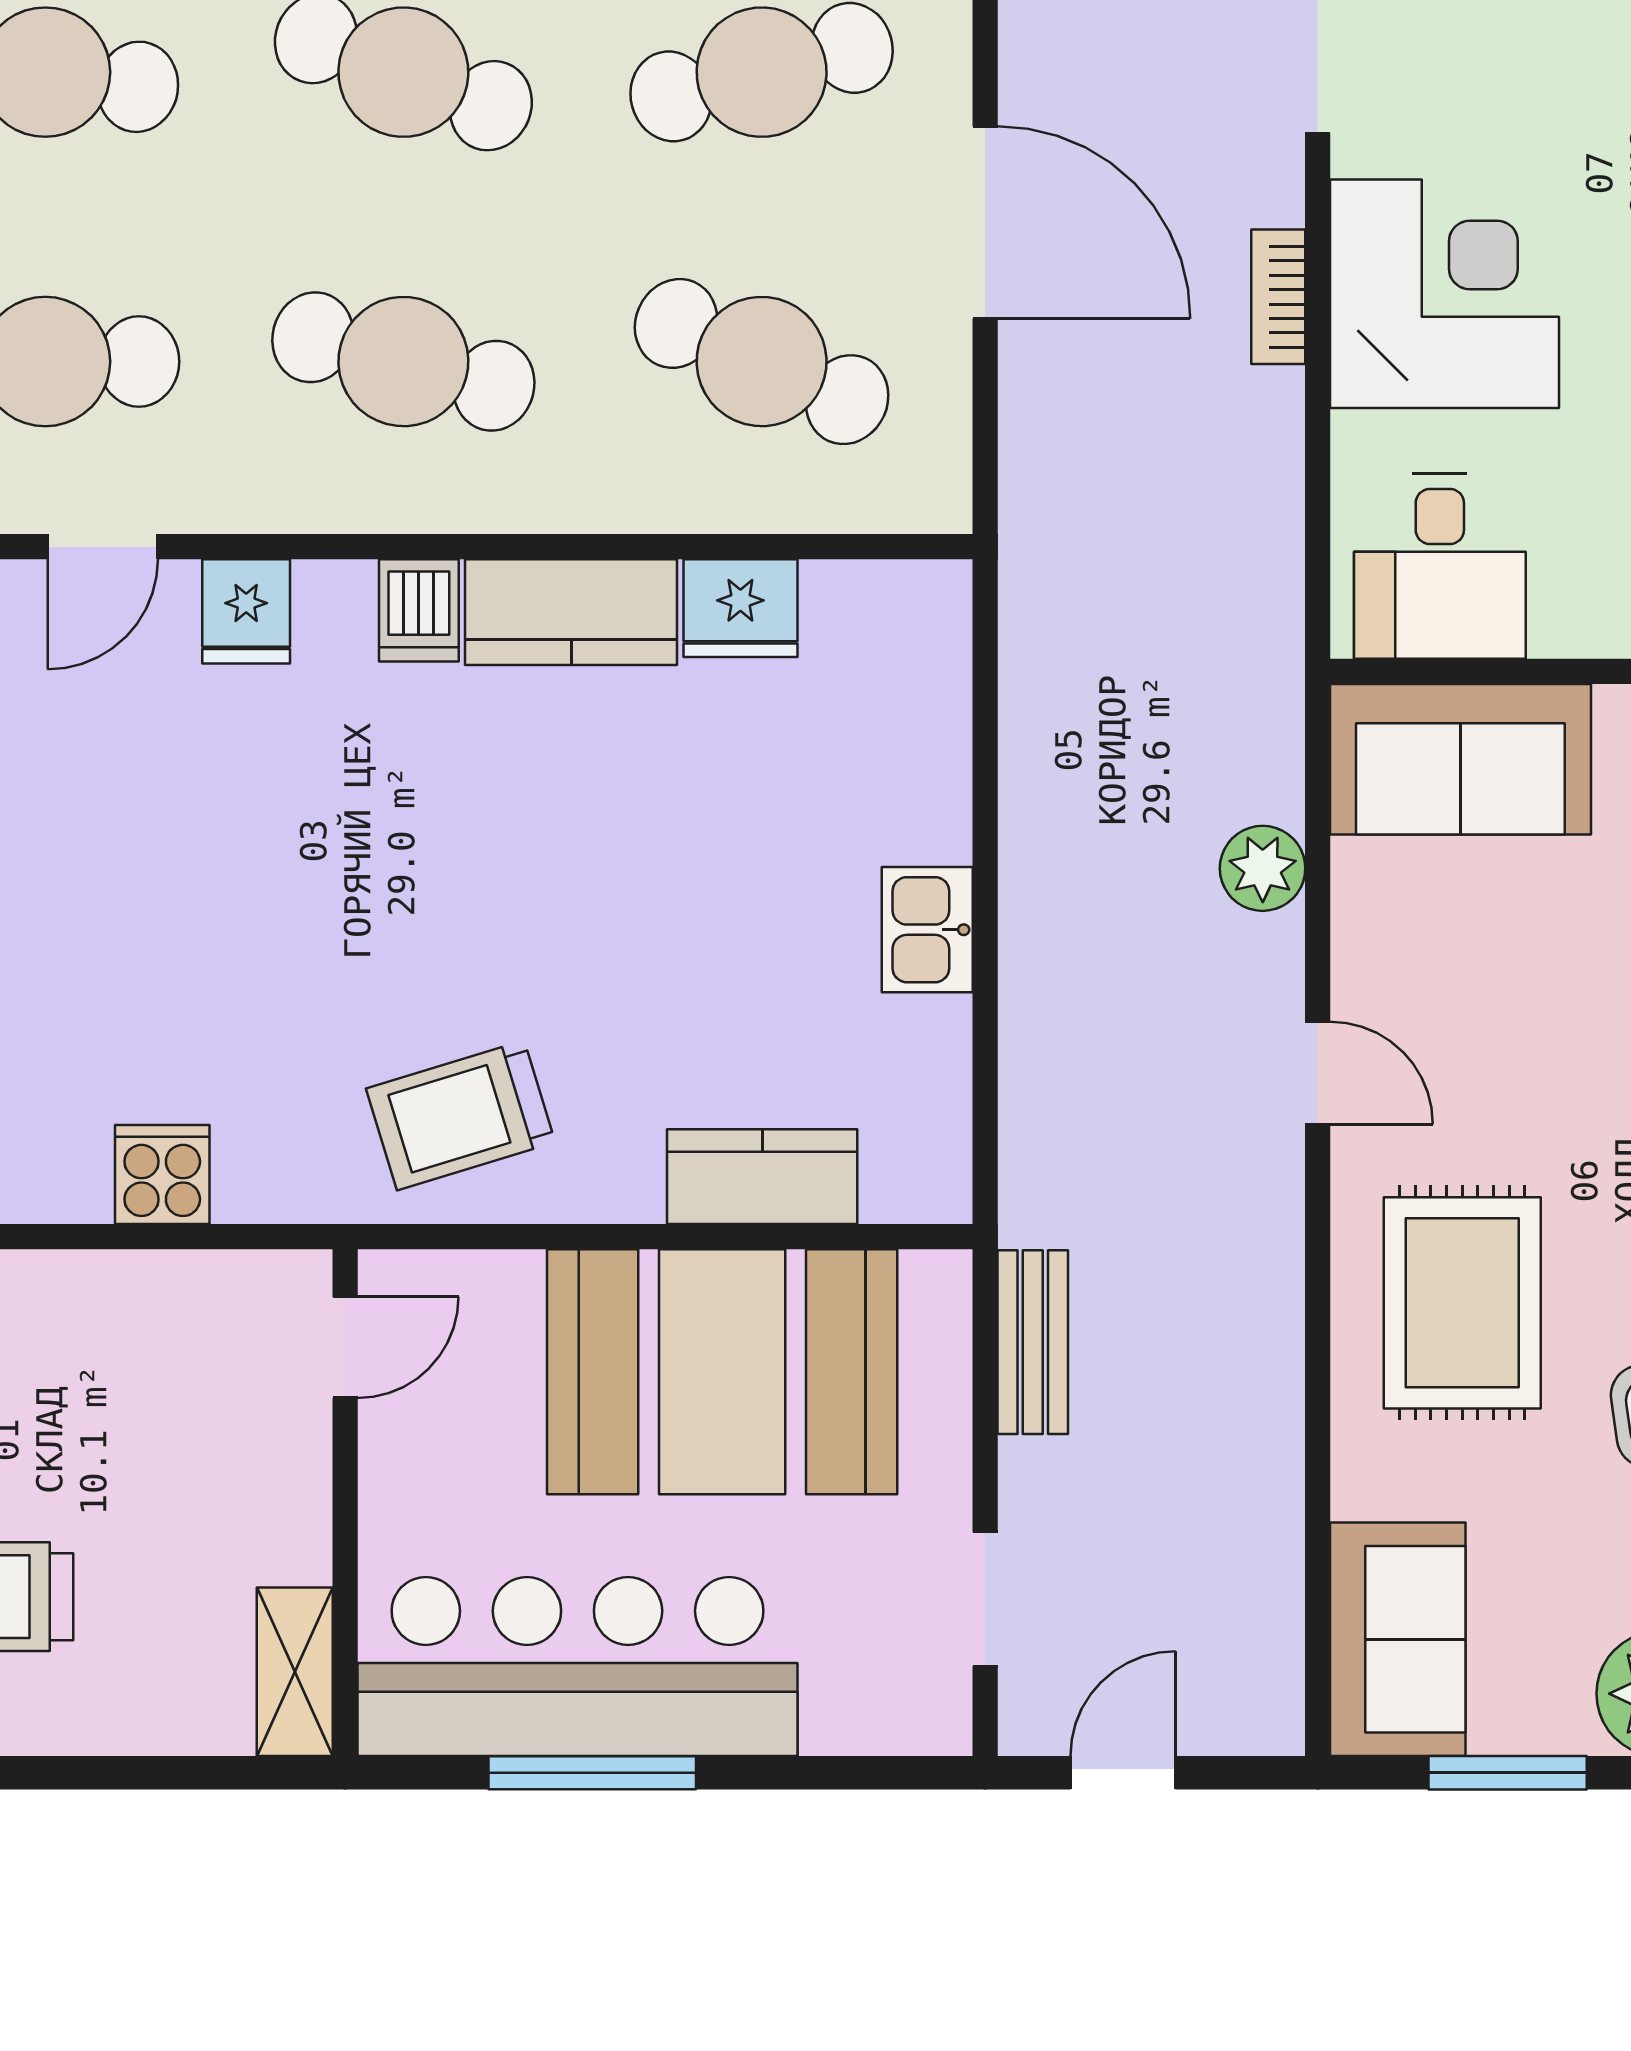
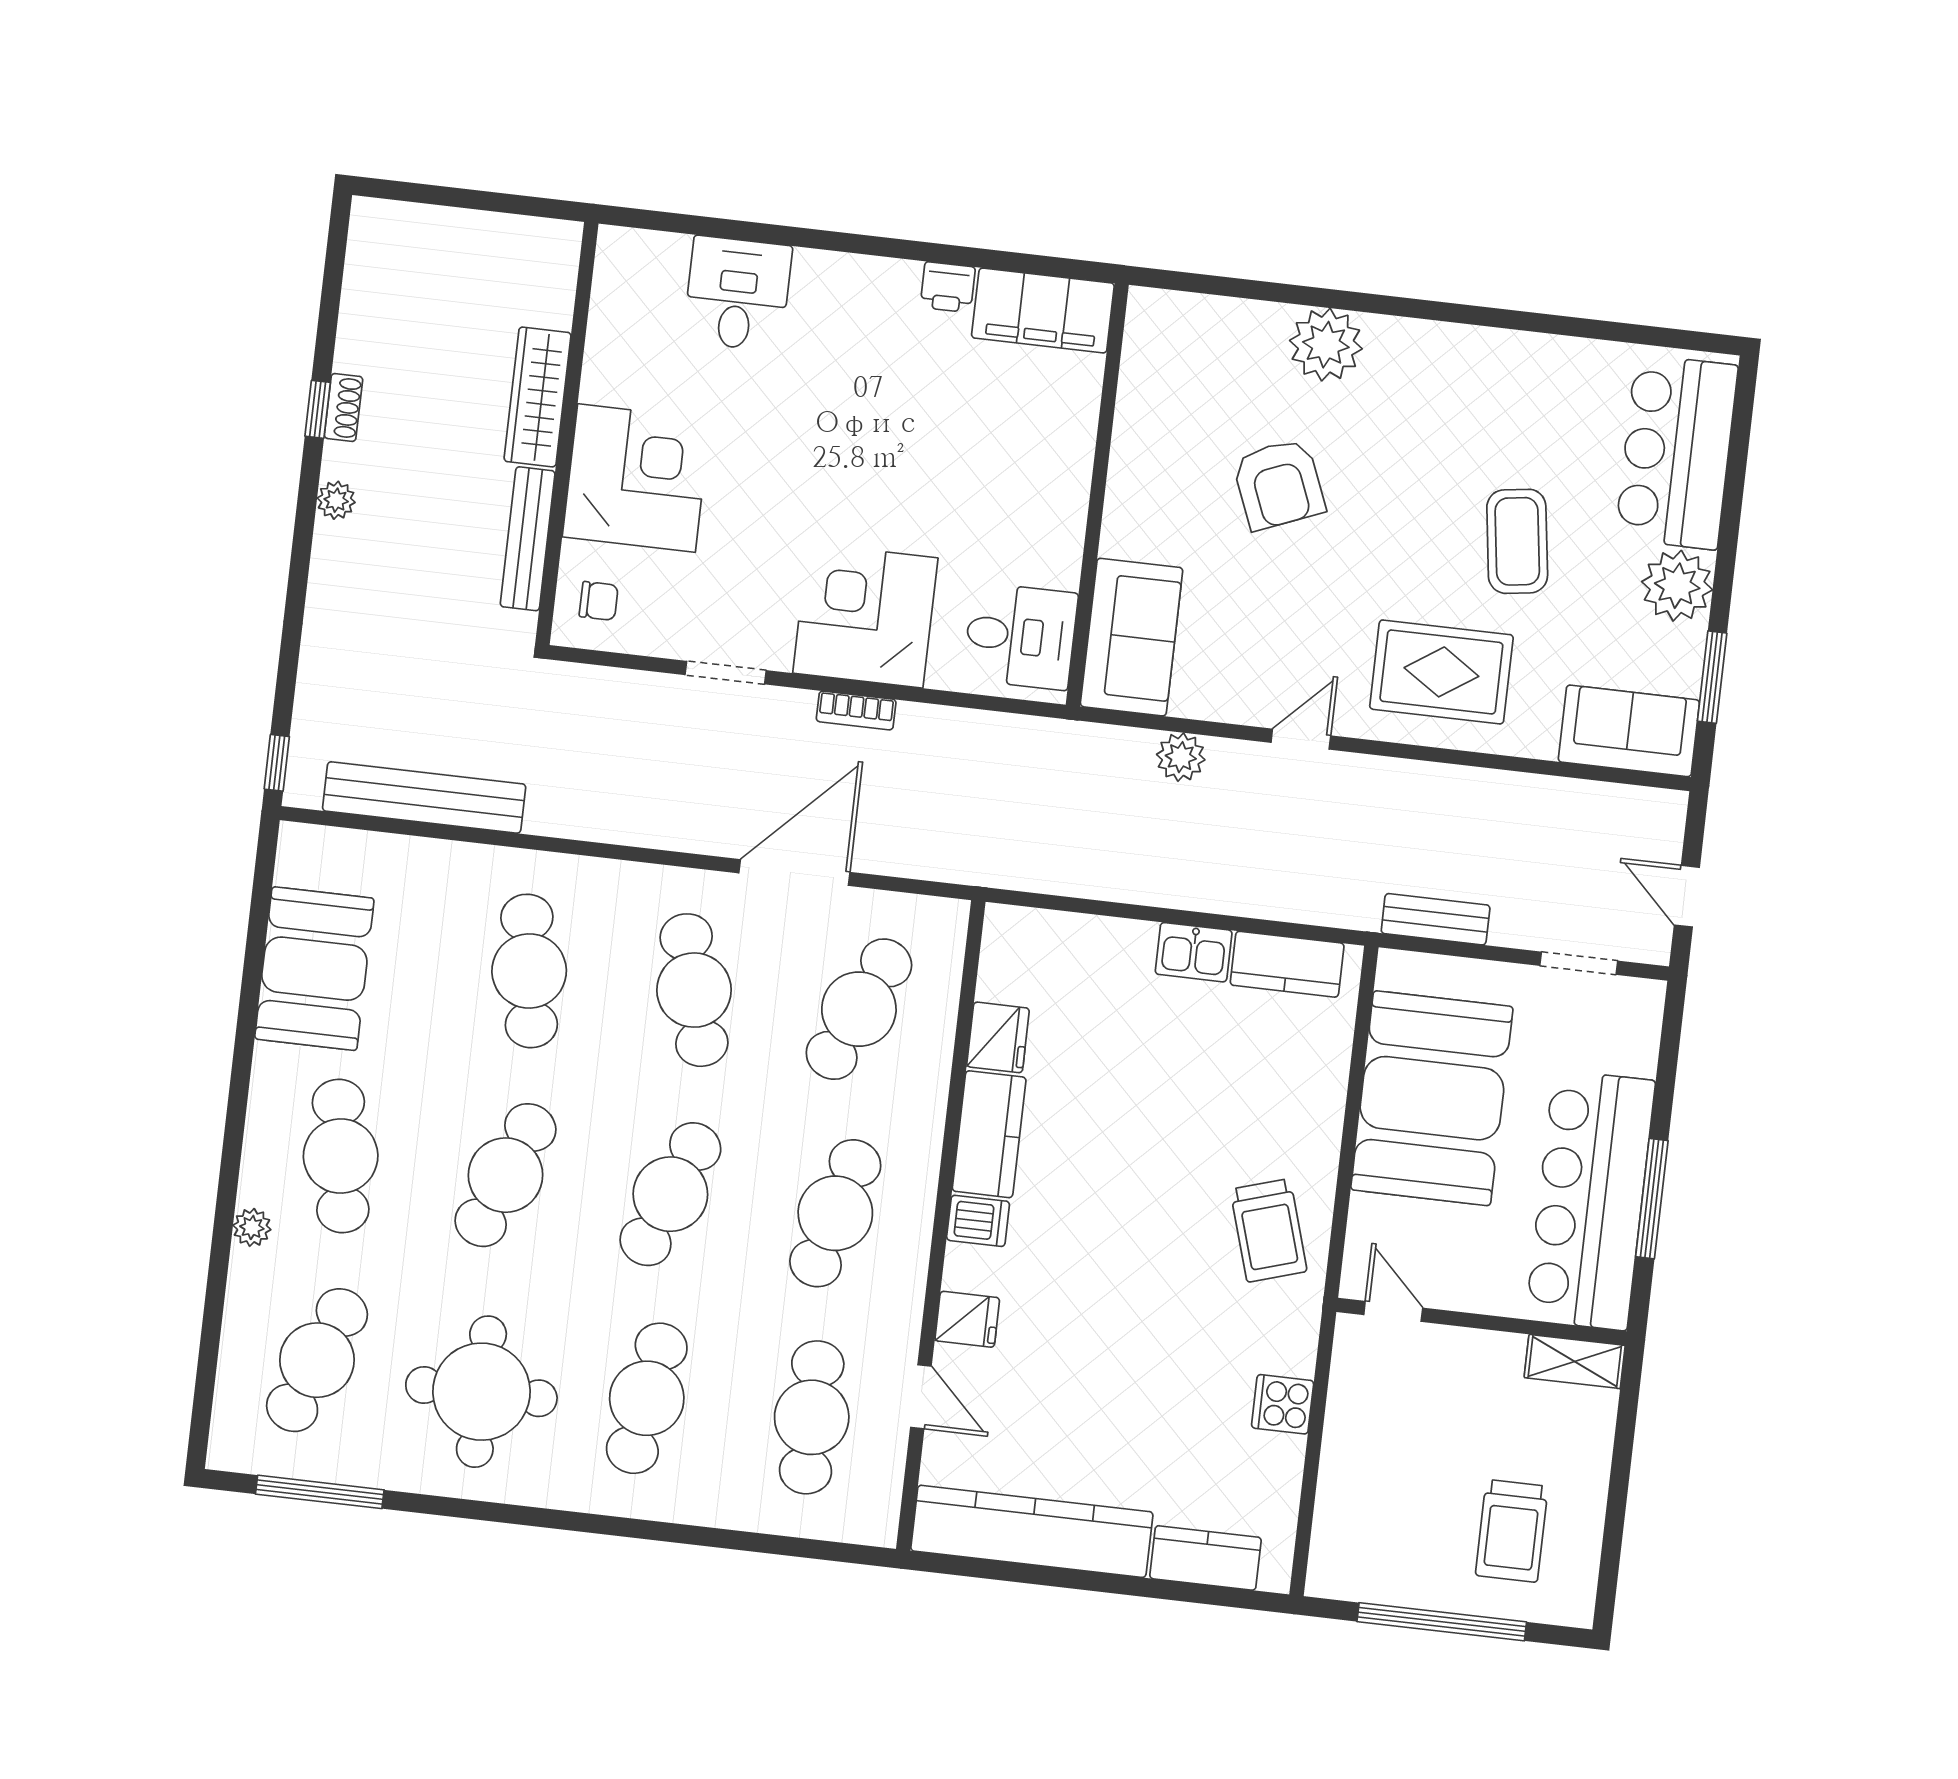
kitchen counter: (762, 1177) -> (1287, 964), moved, turned -90

